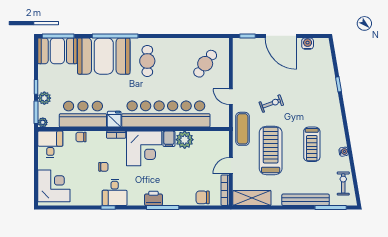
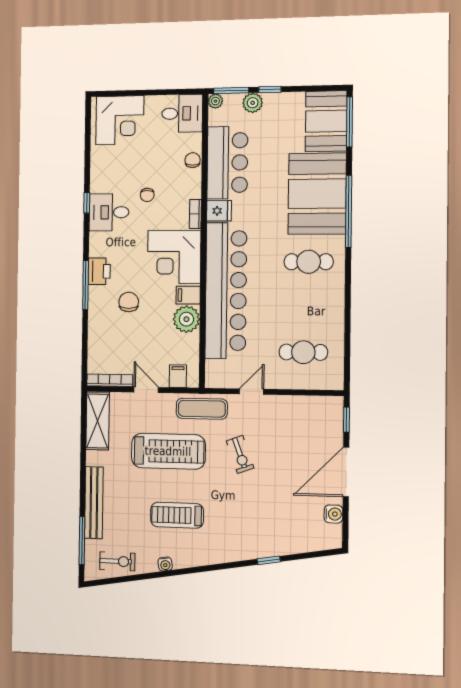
cafe table: (205, 64) -> (303, 352), turned -36
filing cabinet: (222, 145) -> (178, 376), added
chair: (203, 197) -> (129, 302), moved

